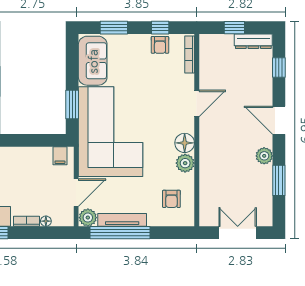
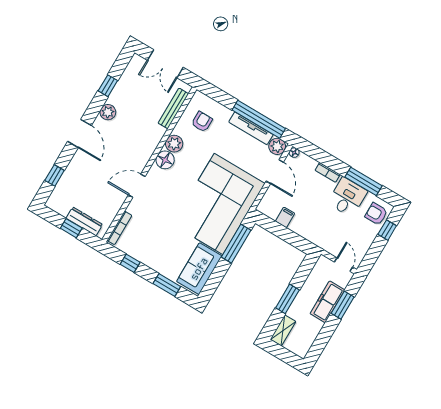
dresser: (253, 41) -> (84, 221), moved
armchair: (160, 45) -> (138, 250), removed
window: (72, 104) -> (236, 244), width x1.44
filing cabinet: (60, 156) -> (285, 217), moved
window: (279, 180) -> (108, 86), width x0.67
door: (76, 193) -> (275, 172), swing flipped
bench: (205, 196) -> (173, 108), added
floor lamp: (46, 221) -> (294, 153), moved

